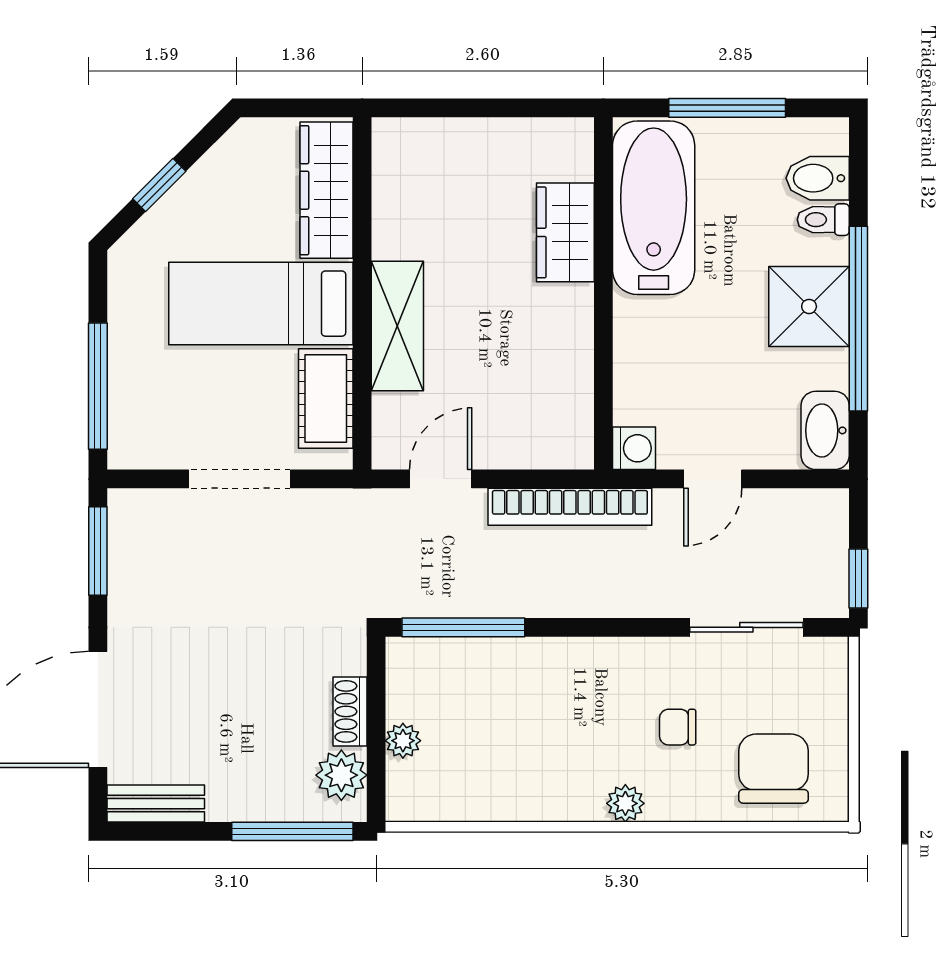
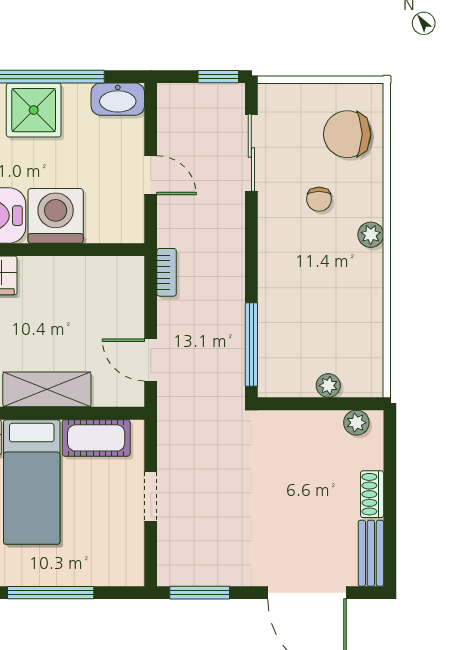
window: (98, 386) -> (51, 593), moved
washing machine: (634, 448) -> (56, 216), moved, width x1.89, depth x1.89
doorway: (240, 479) -> (151, 496), width x0.73
bookcase: (570, 507) -> (167, 272), width x0.43, depth x0.76
shoe rack: (350, 711) -> (372, 494), moved, turned 90
plant: (341, 775) -> (356, 423), width x0.73, depth x0.73
window: (292, 831) -> (390, 461), removed

